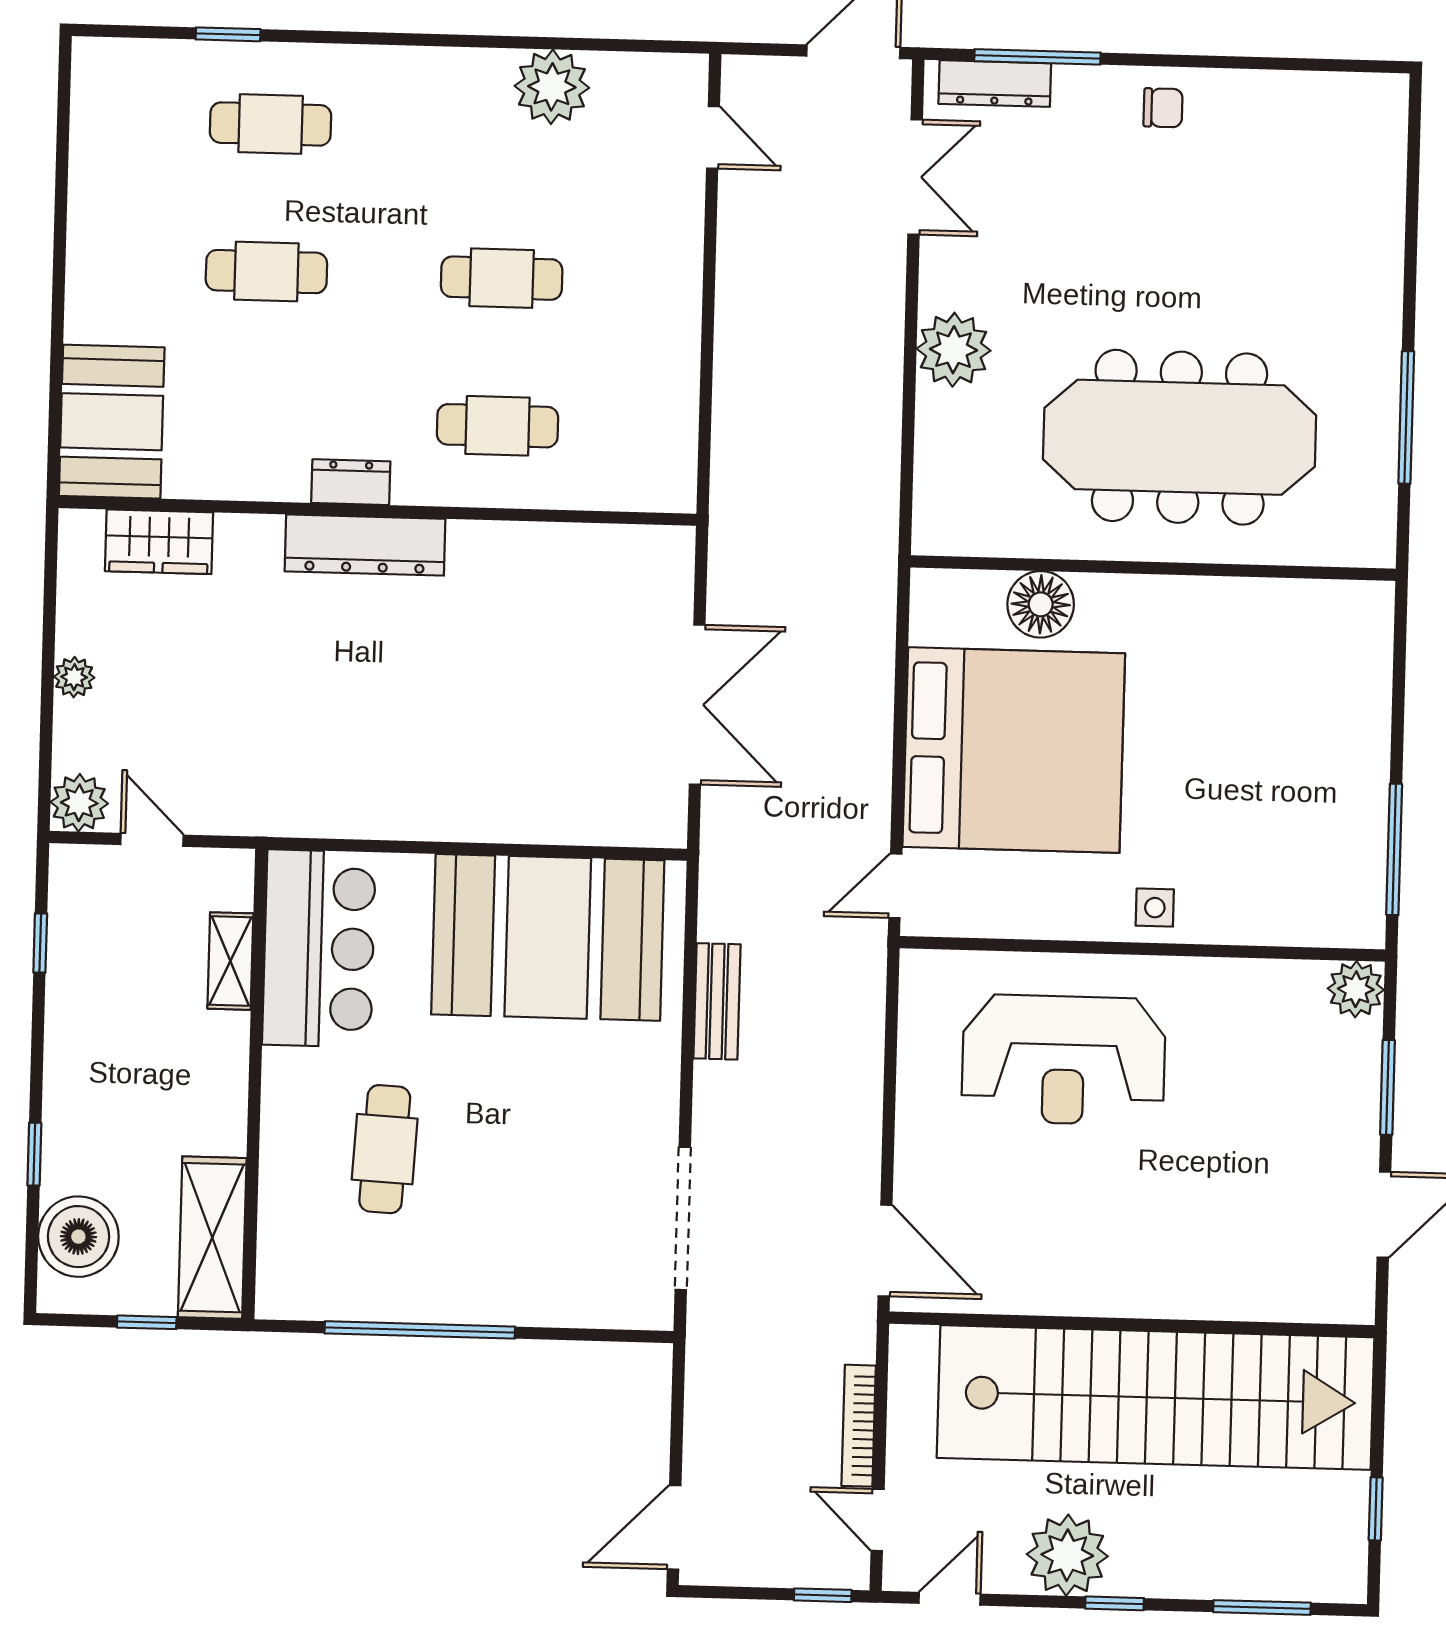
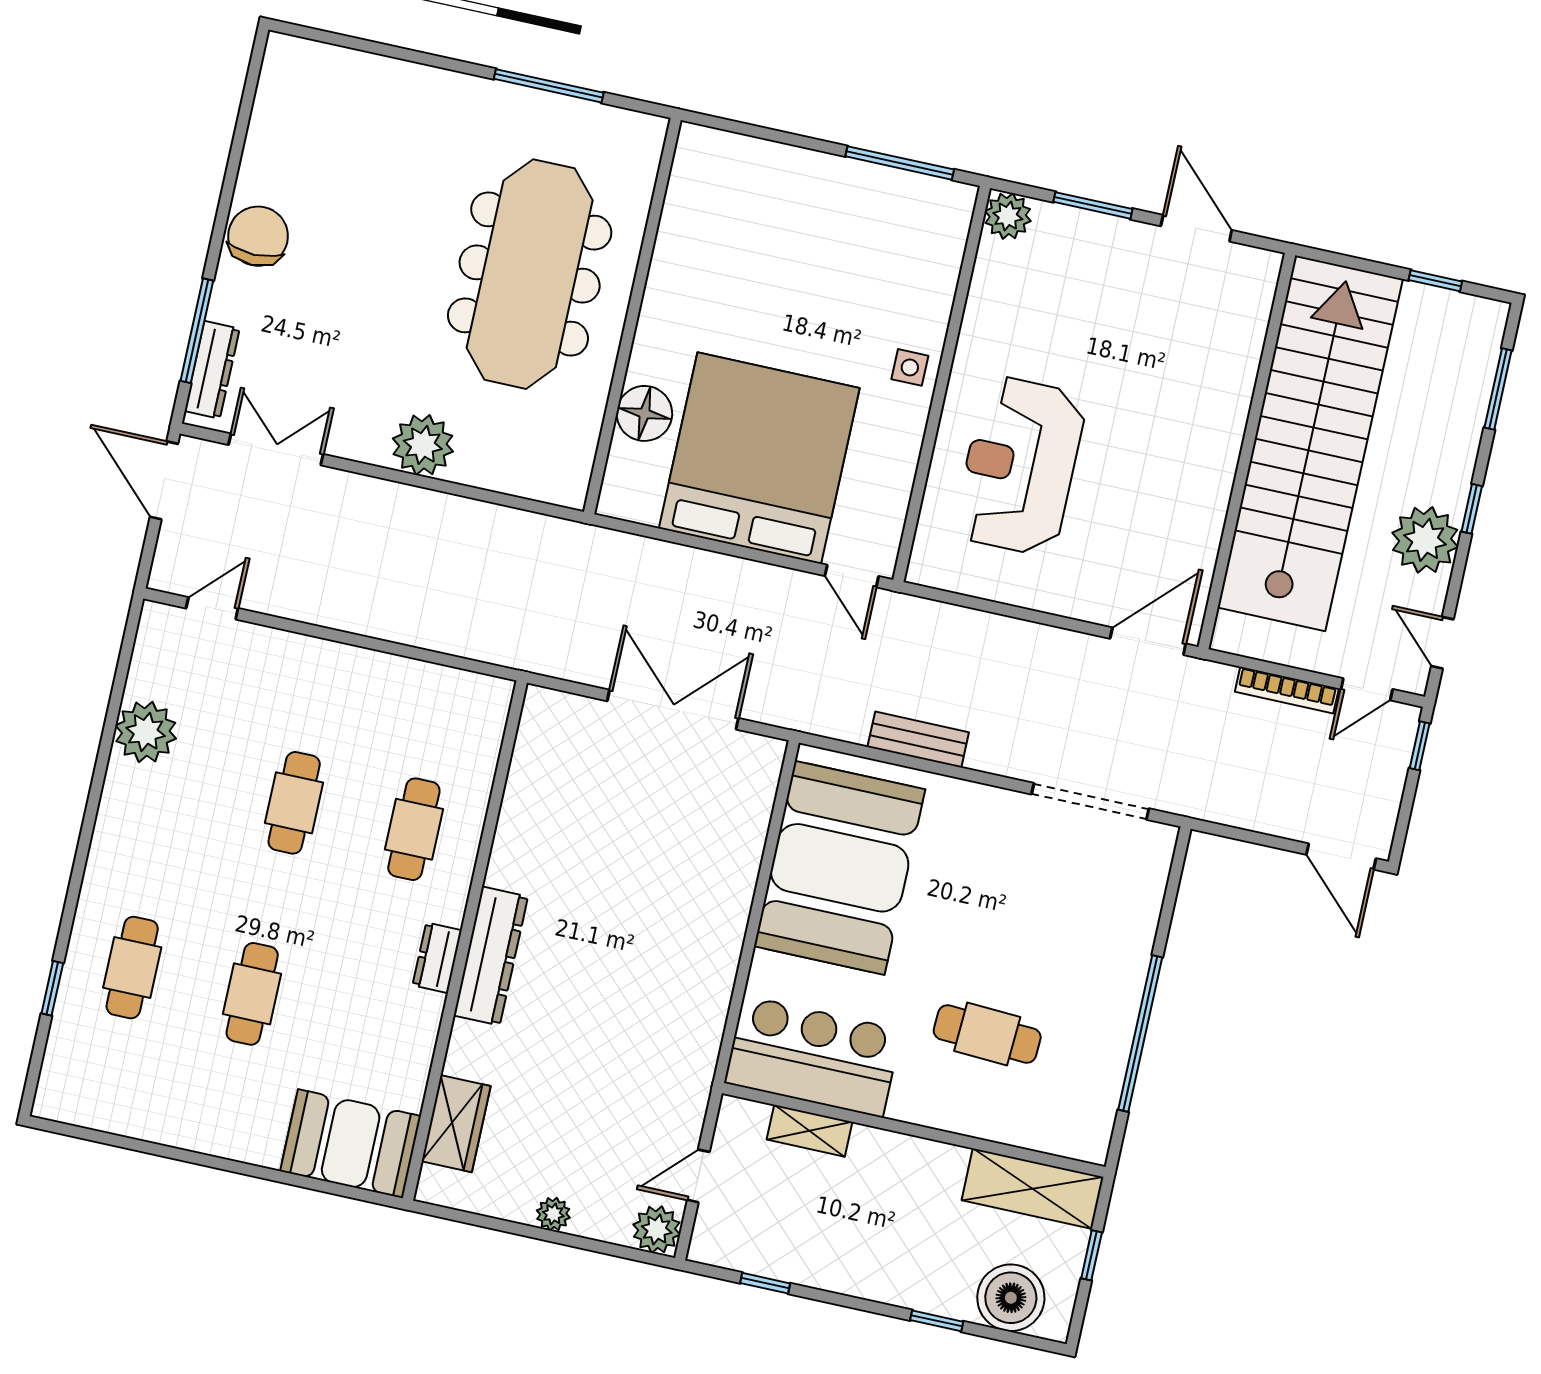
chair: (1163, 108) -> (258, 236), width x1.87, depth x1.87
reception desk: (1064, 1060) -> (1020, 466), turned 180

